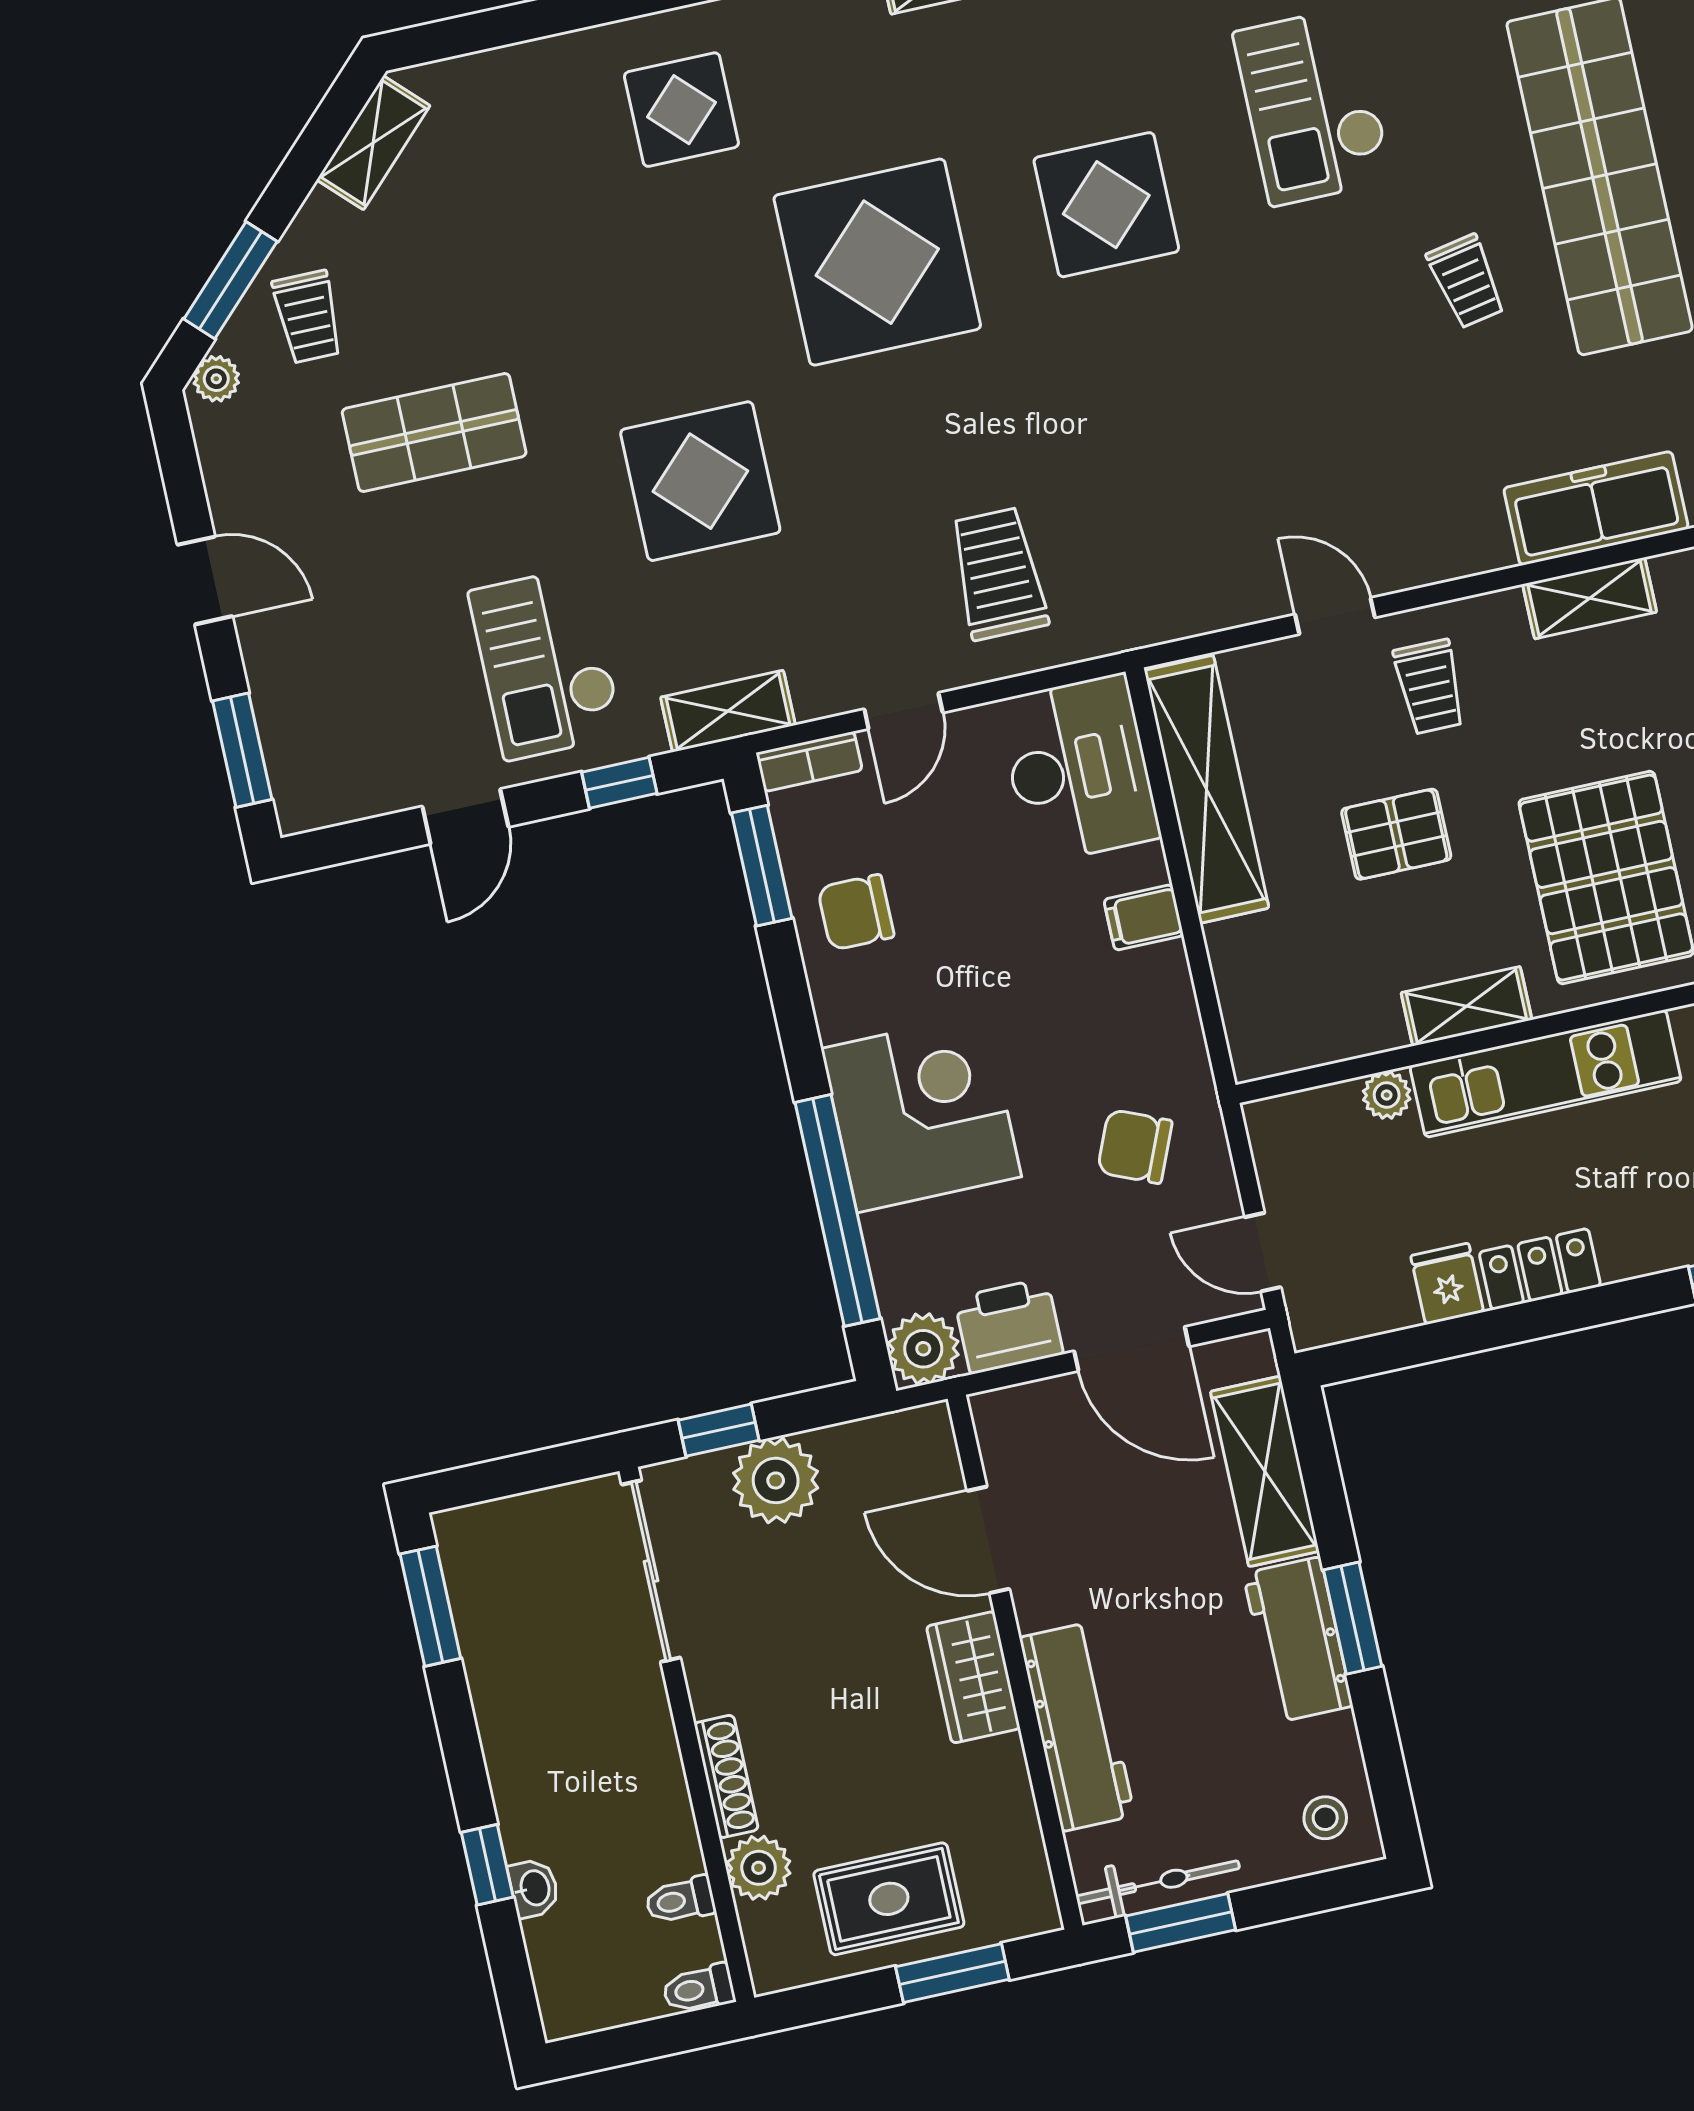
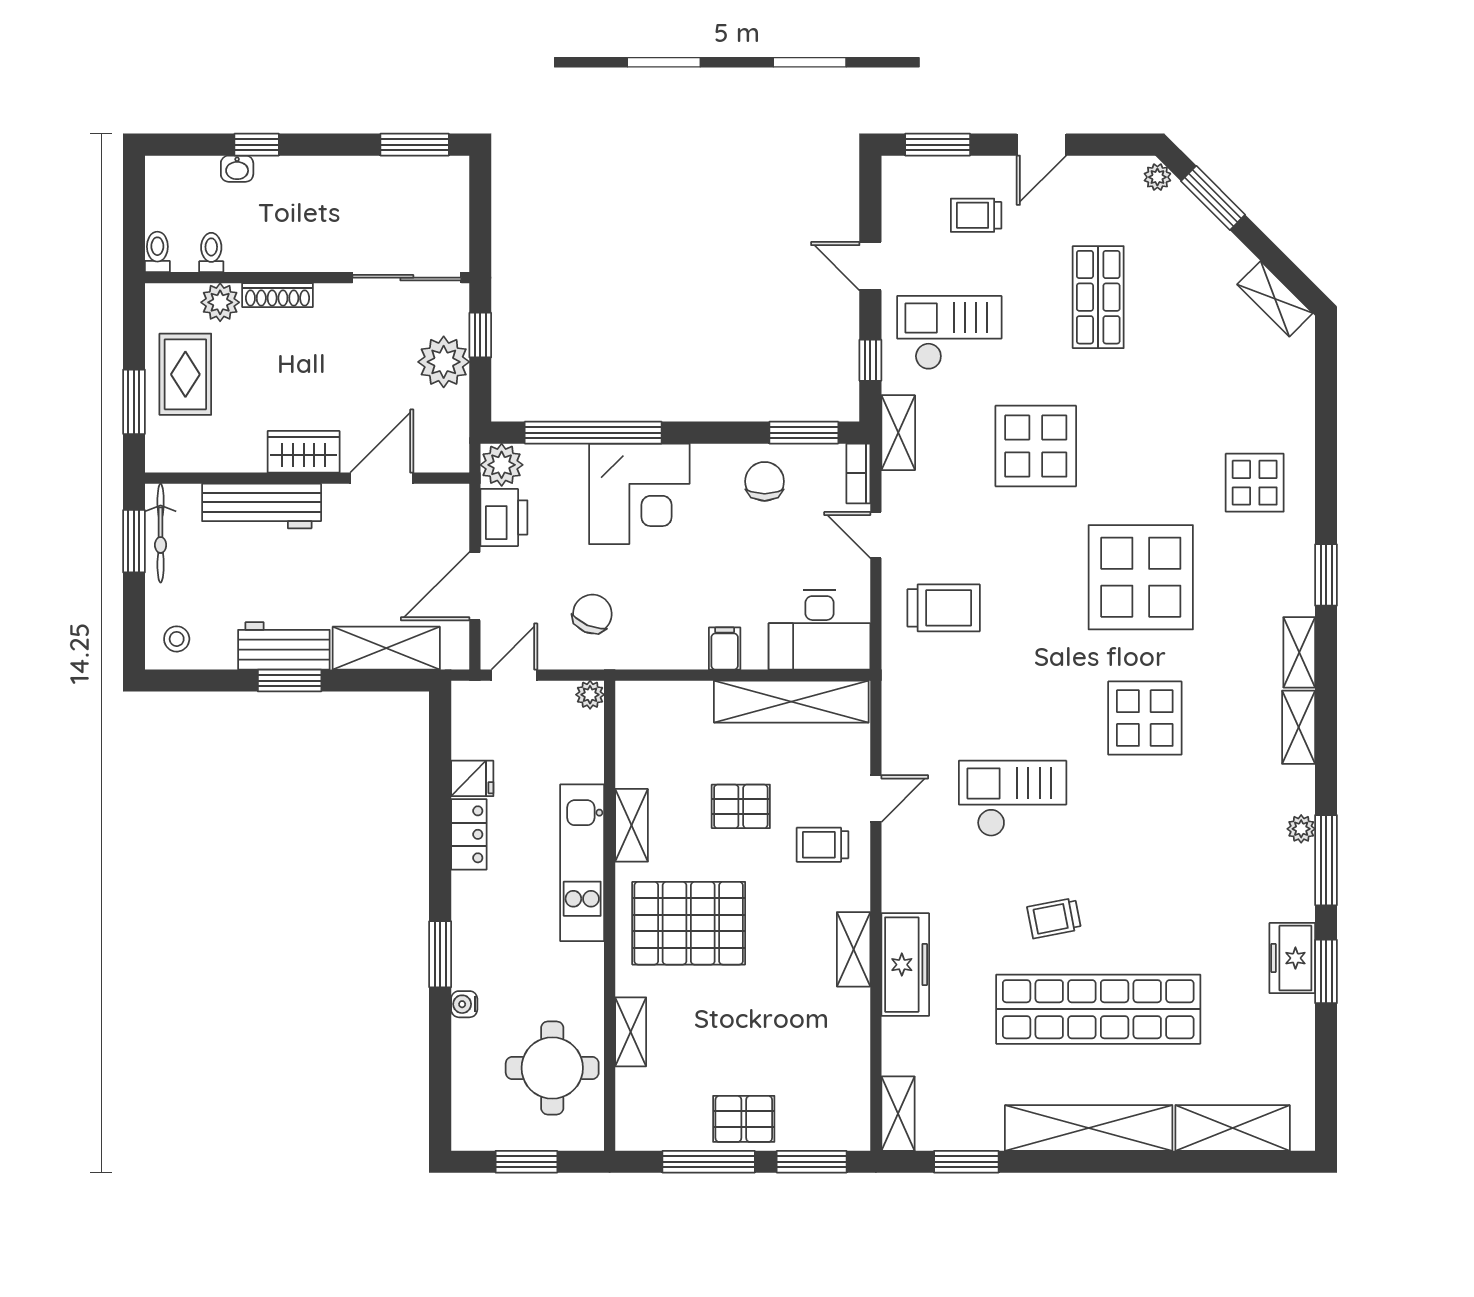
checkout: (1313, 106) -> (1013, 799), moved
trolley: (308, 317) -> (976, 215), moved
pallet: (1396, 834) -> (741, 806), turned 90
plant: (1387, 1095) -> (590, 695), moved

